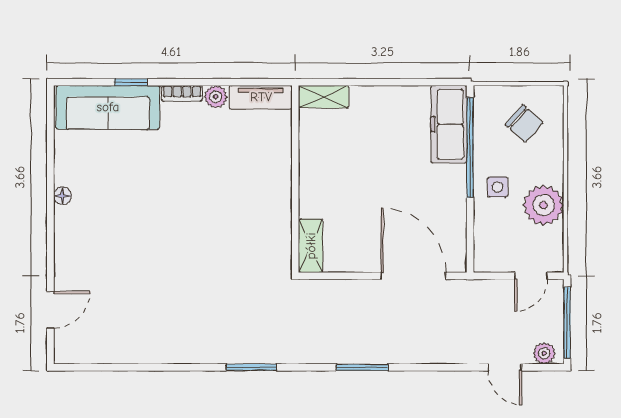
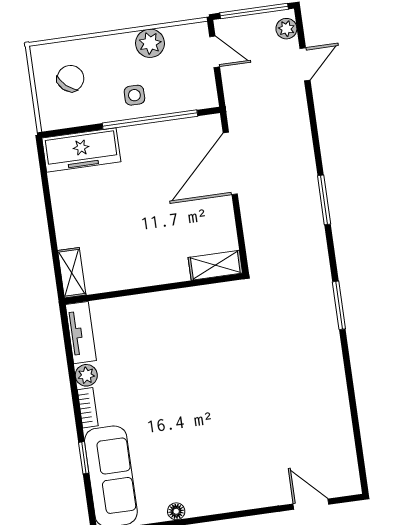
window: (470, 148) -> (150, 120), moved
floor lamp: (63, 196) -> (176, 511), moved
plant: (543, 205) -> (150, 43), width x0.73, depth x0.73

